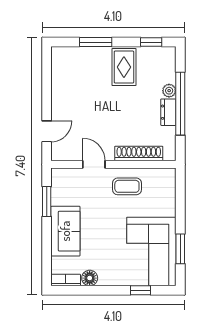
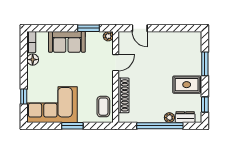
dresser: (168, 112) -> (185, 117), moved
plant: (58, 175) -> (108, 36), added
coffee table: (127, 186) -> (103, 107), moved
window: (180, 249) -> (72, 126), moved

